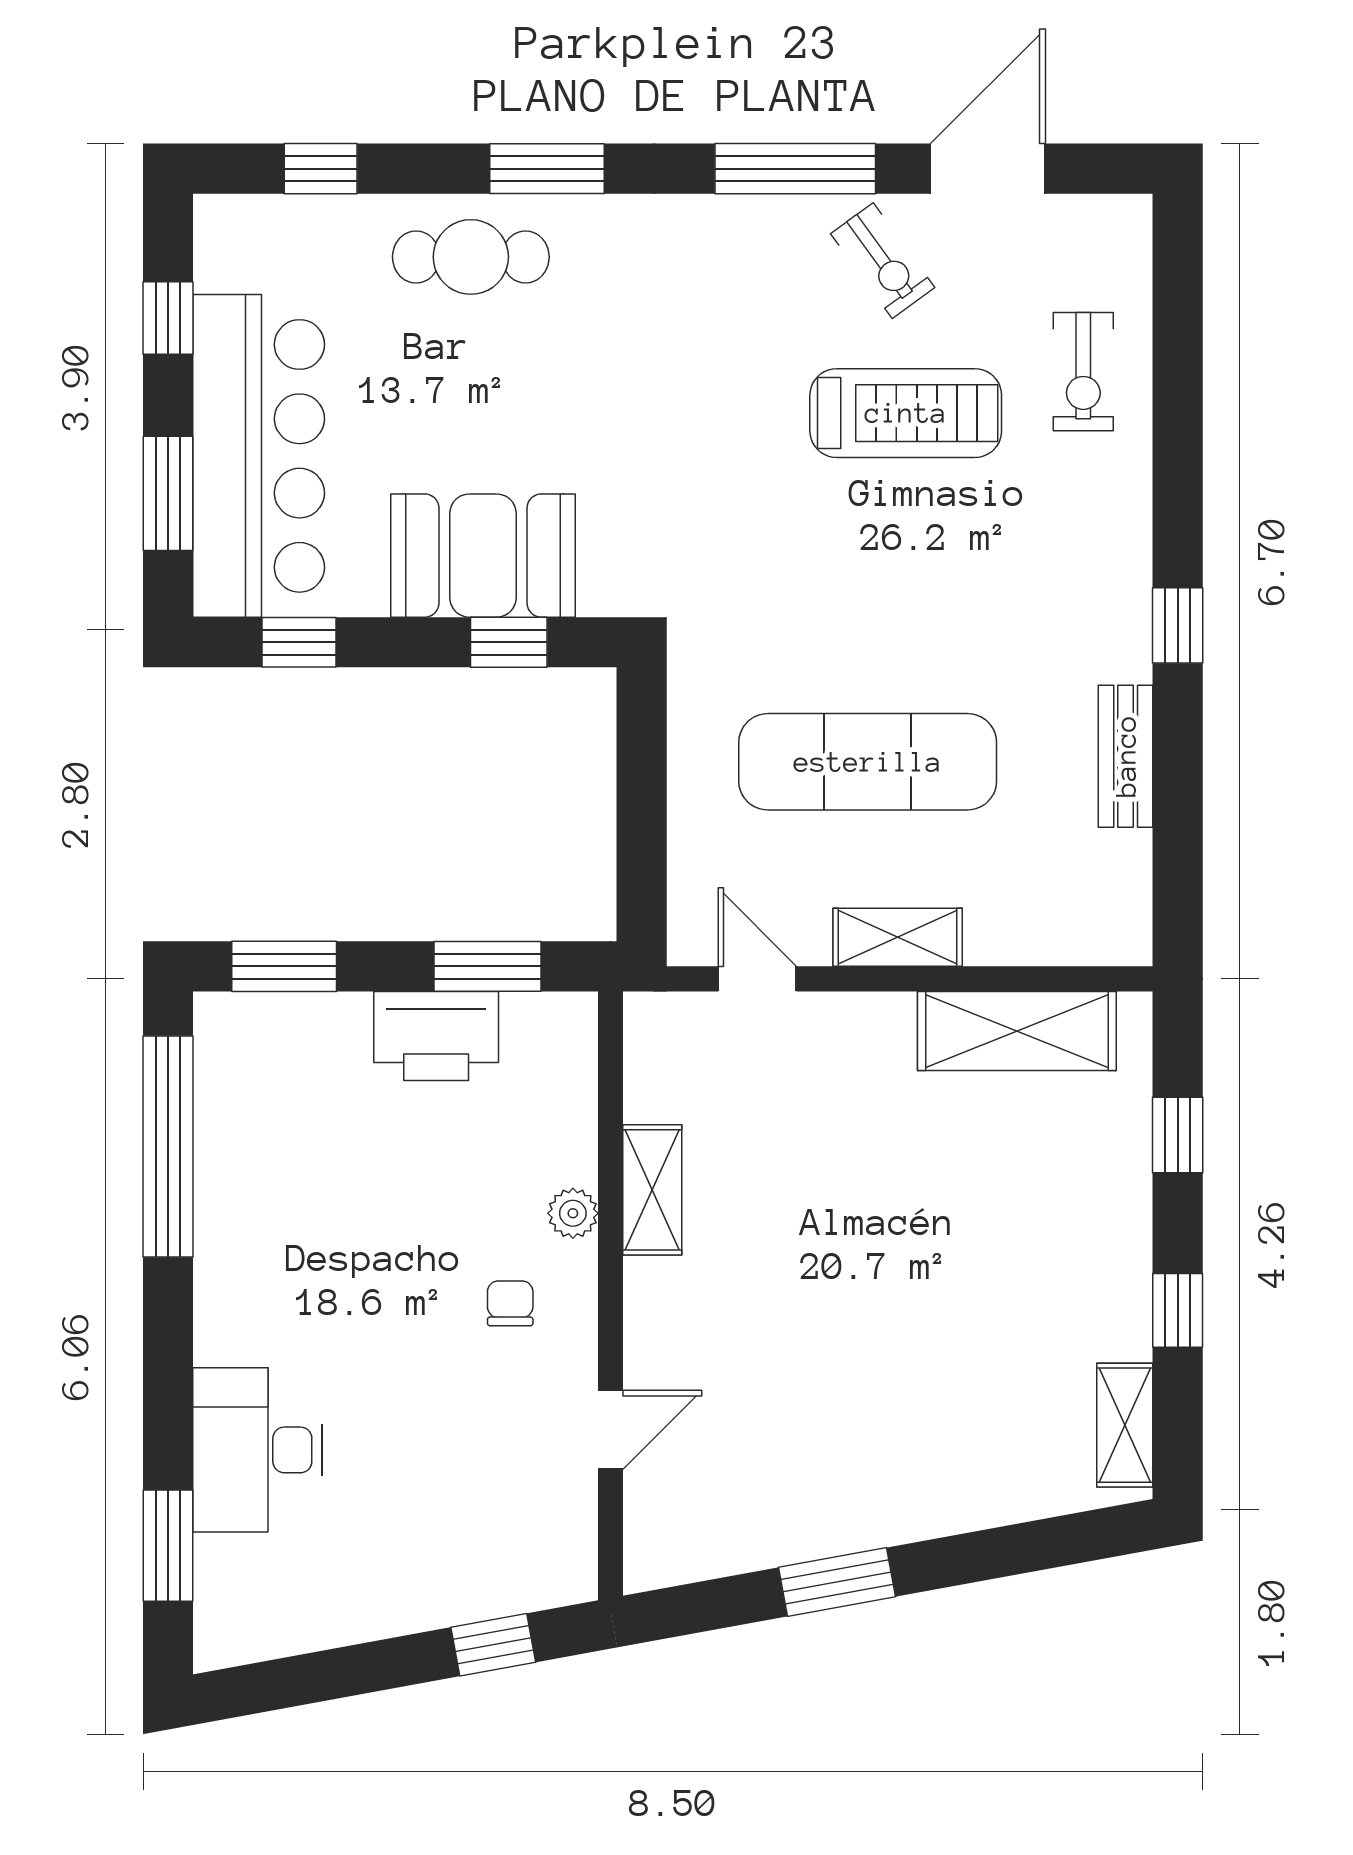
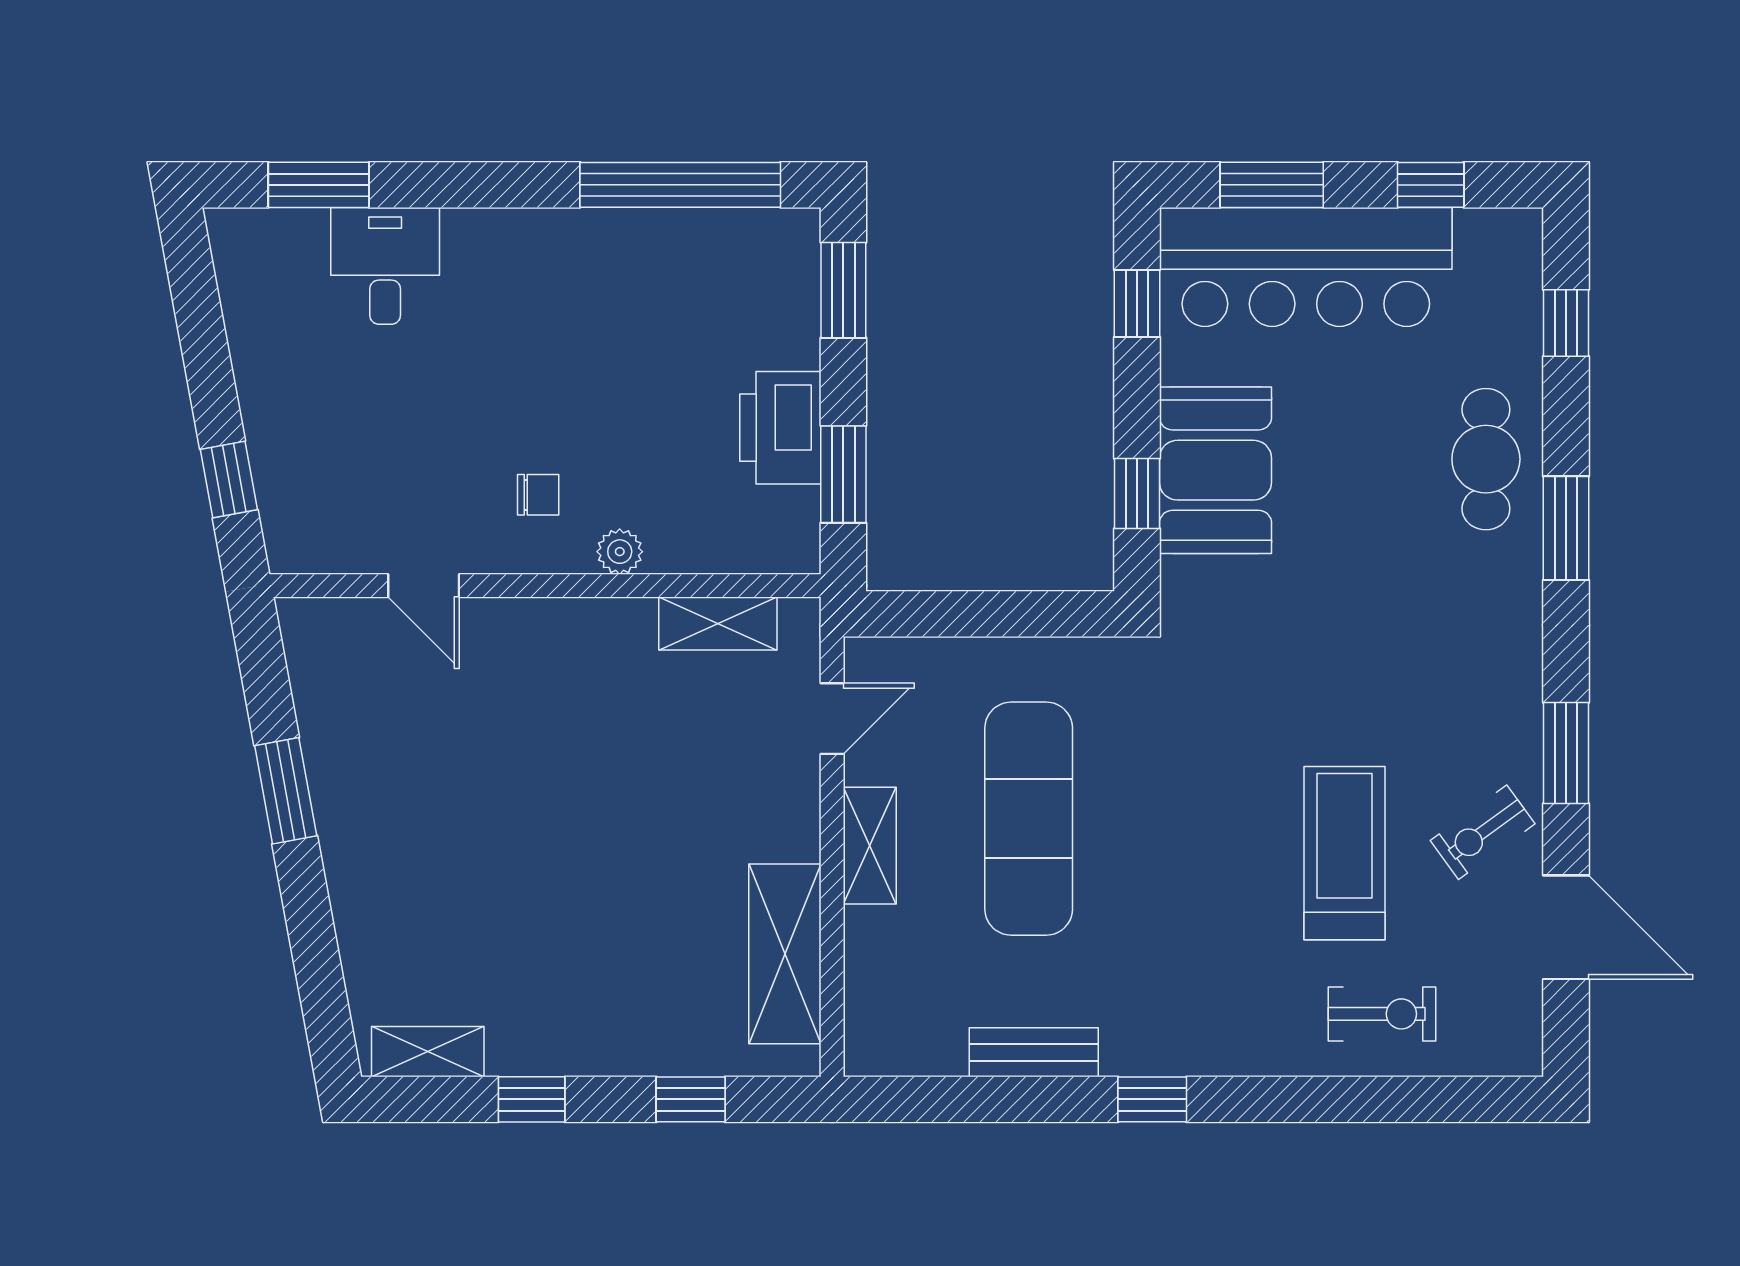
window: (795, 169) -> (1566, 753), width x0.69
exercise bike: (1083, 372) -> (1382, 1014), turned 180
treadmill: (906, 413) -> (1345, 853), turned 180
shelving: (652, 1190) -> (718, 624), moved
desk: (258, 1450) -> (385, 266), width x0.73

